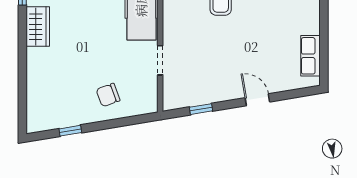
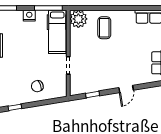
door: (257, 100) -> (126, 89), swing flipped

